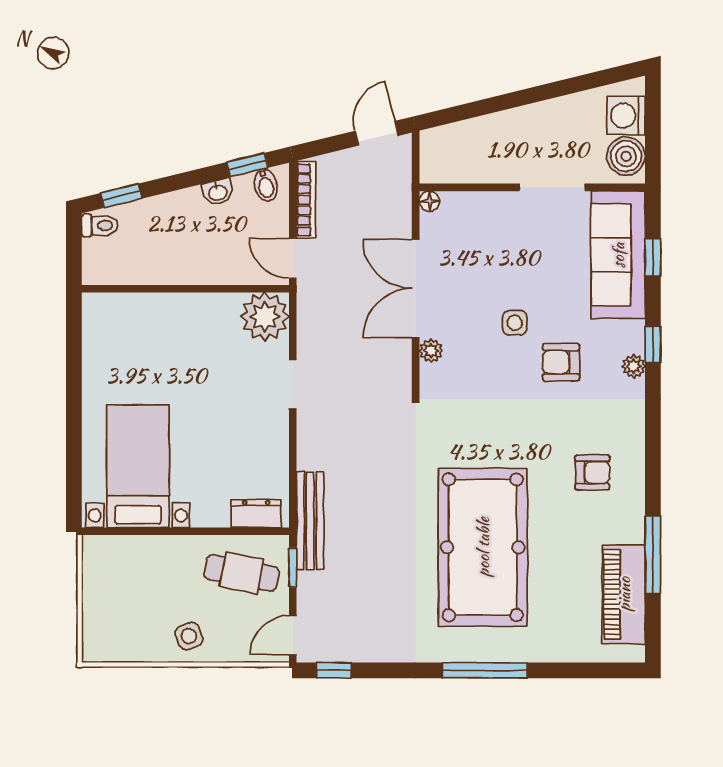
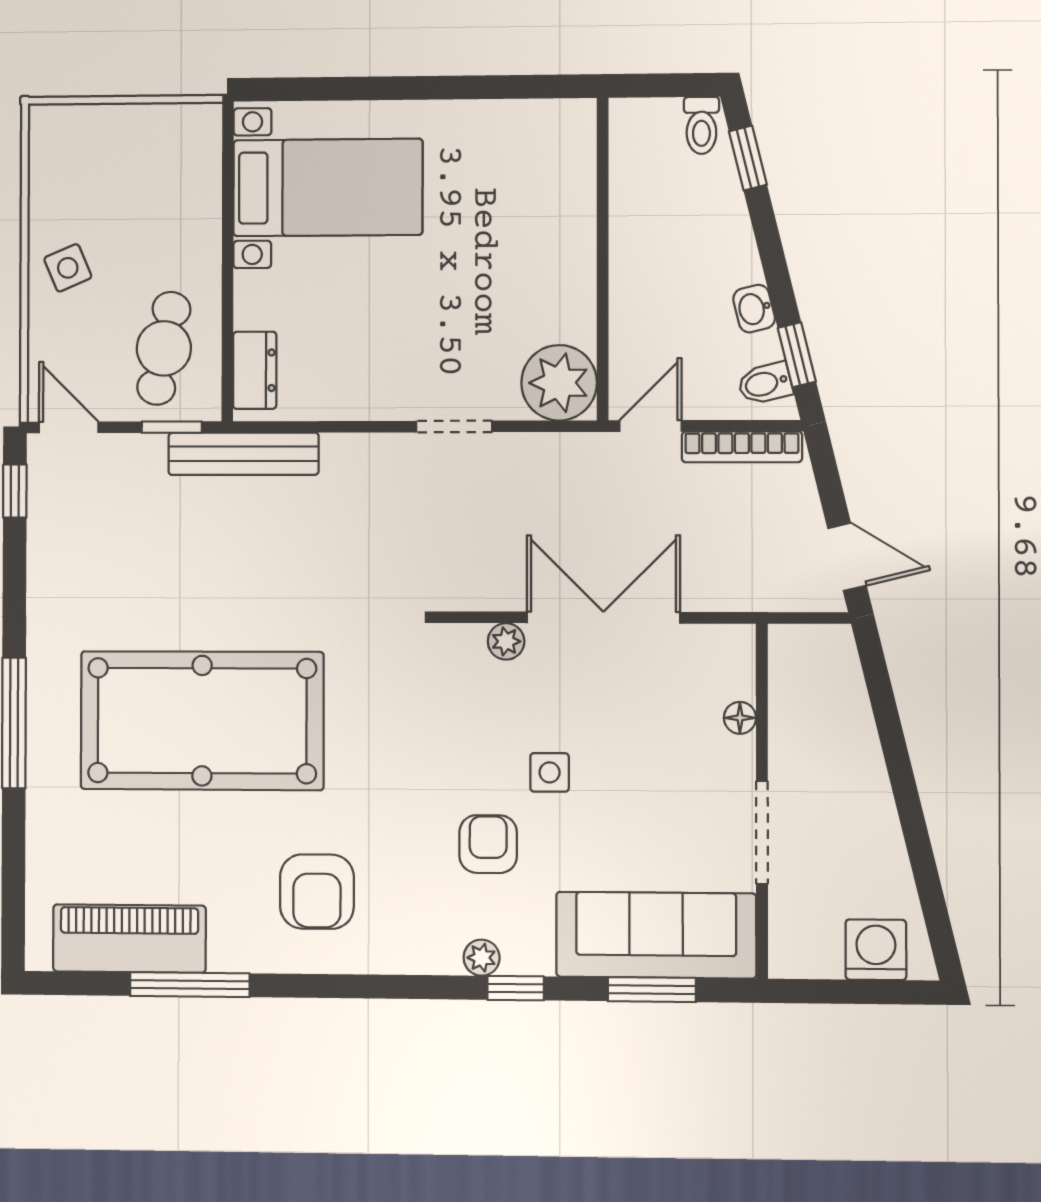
boiler: (626, 156) -> (811, 949), removed
floor lamp: (429, 201) -> (740, 718), moved
window: (653, 258) -> (652, 990), width x1.50
armchair: (592, 472) -> (317, 892), width x1.38, depth x1.38

